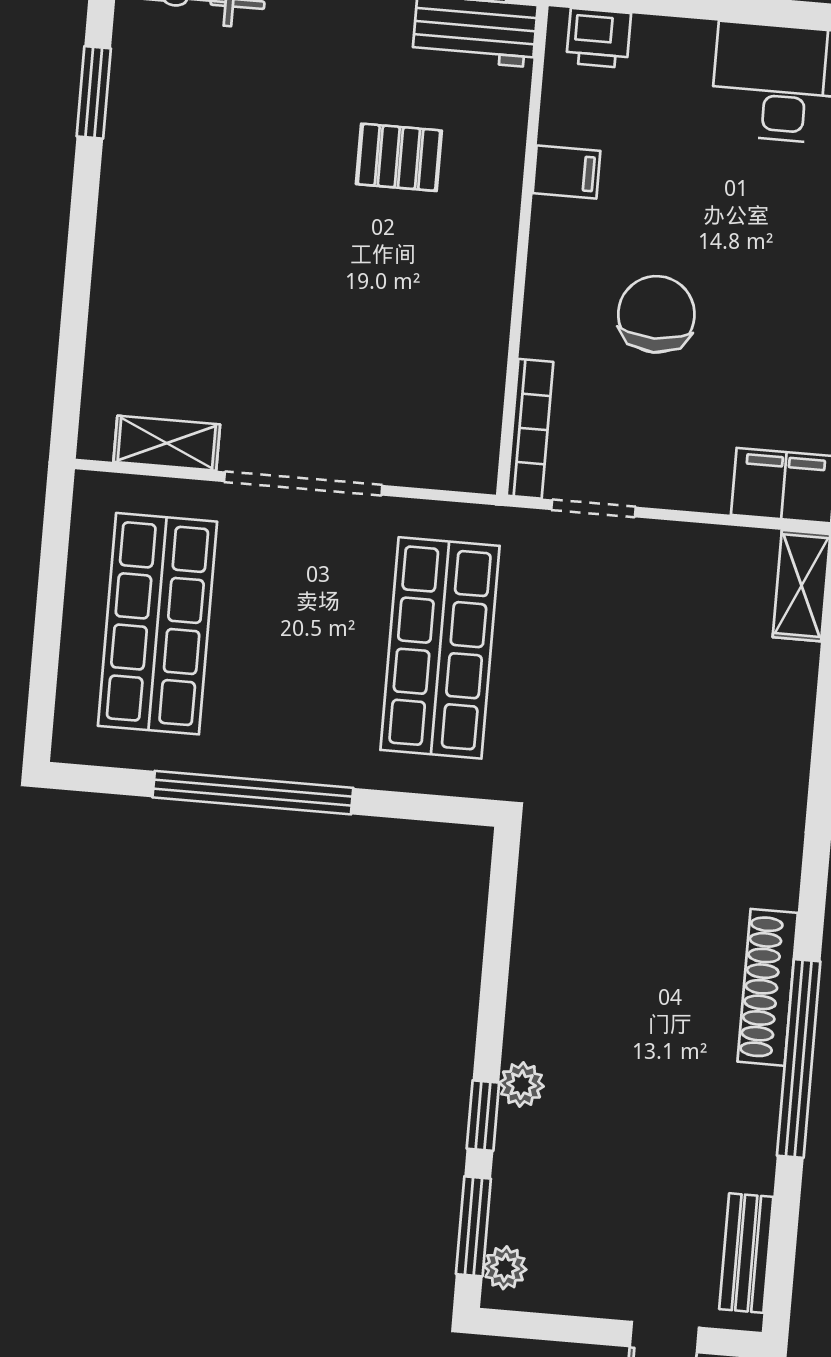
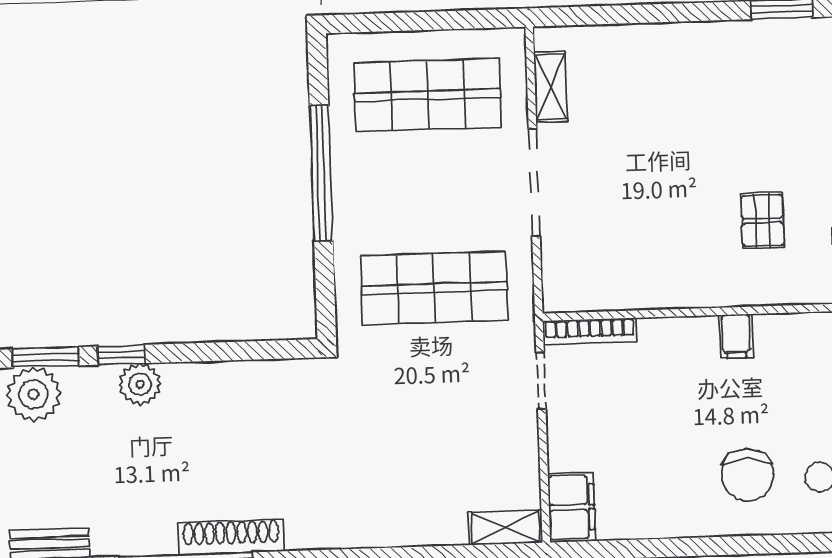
filing cabinet: (566, 172) -> (736, 336), moved
chair: (656, 314) -> (748, 475), moved, turned 90
plant: (521, 1085) -> (140, 384), width x1.38, depth x1.38
plant: (505, 1268) -> (34, 394), width x1.88, depth x1.88

